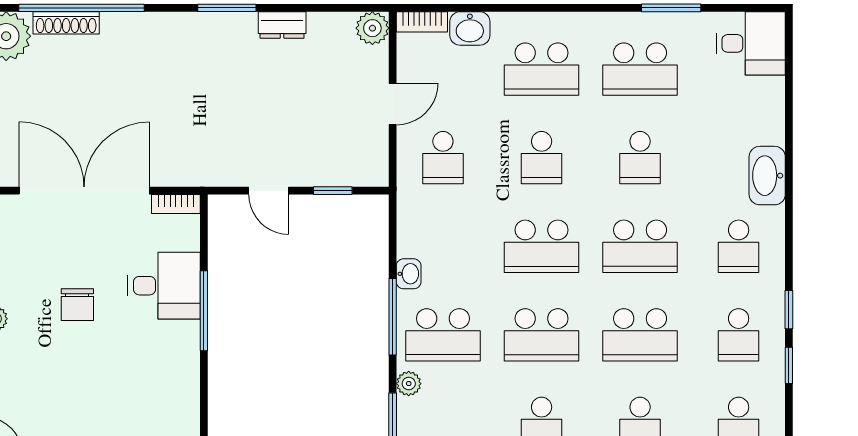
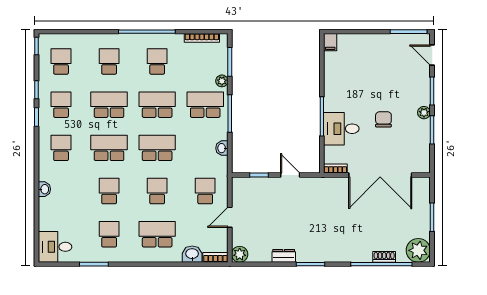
shoe rack: (66, 23) -> (384, 257), width x0.70
school desk: (640, 69) -> (109, 234), width x0.54
washbasin: (767, 176) -> (44, 189), width x0.52, depth x0.69
washbasin: (409, 274) -> (222, 148), moved

